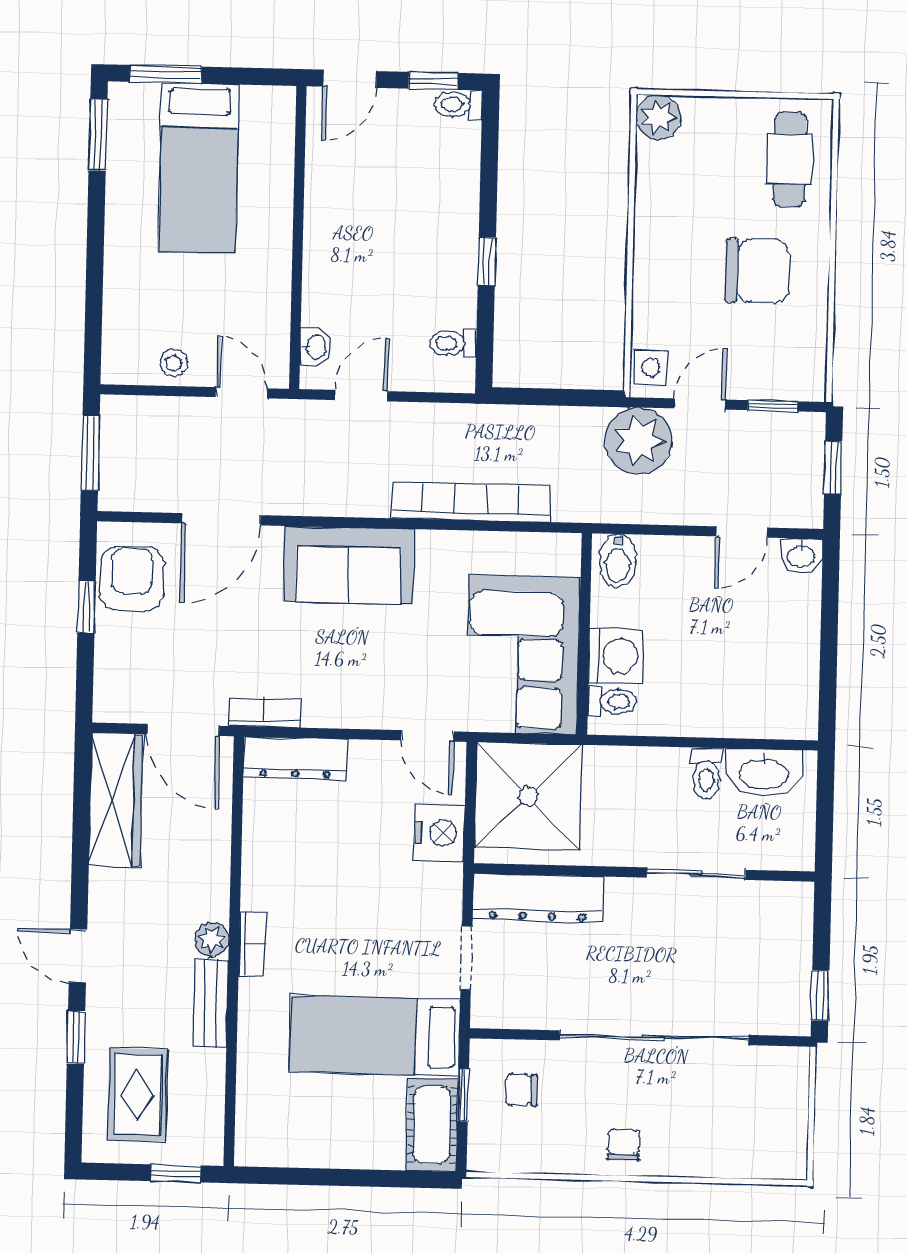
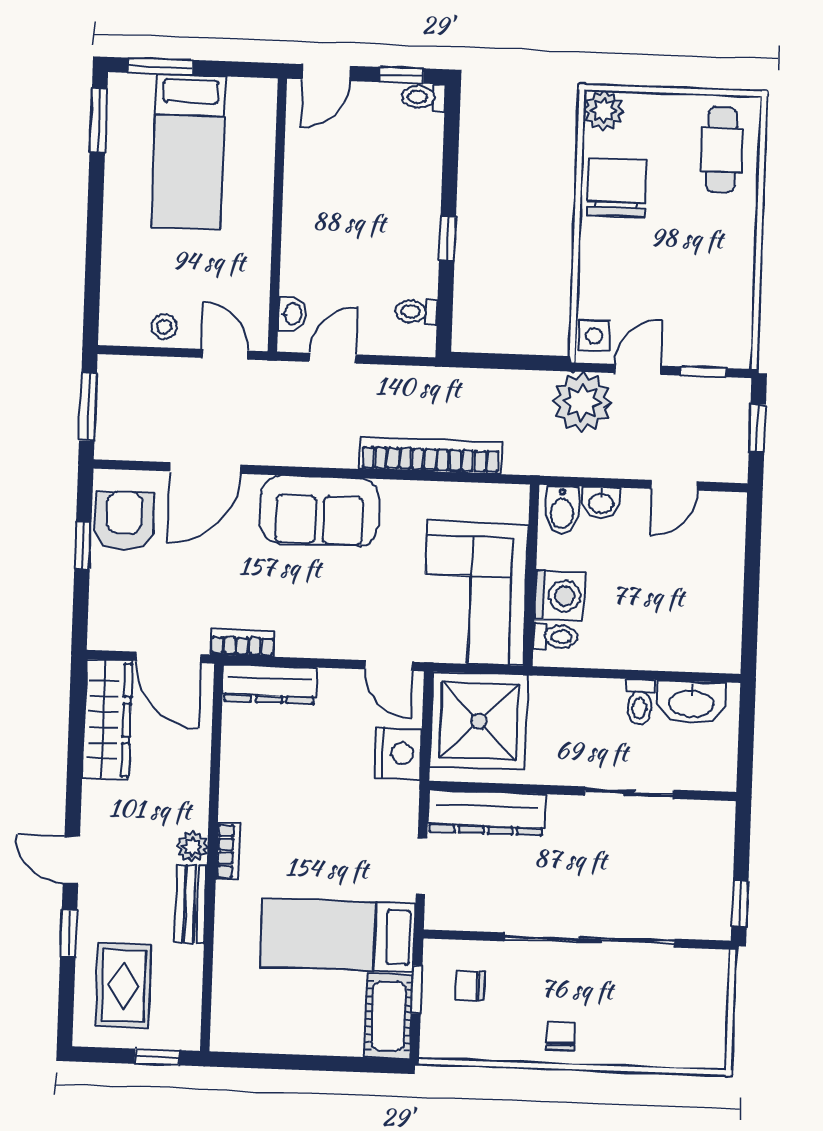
chair: (757, 271) -> (617, 187), moved, turned -90
washbasin: (801, 556) -> (601, 503), moved

